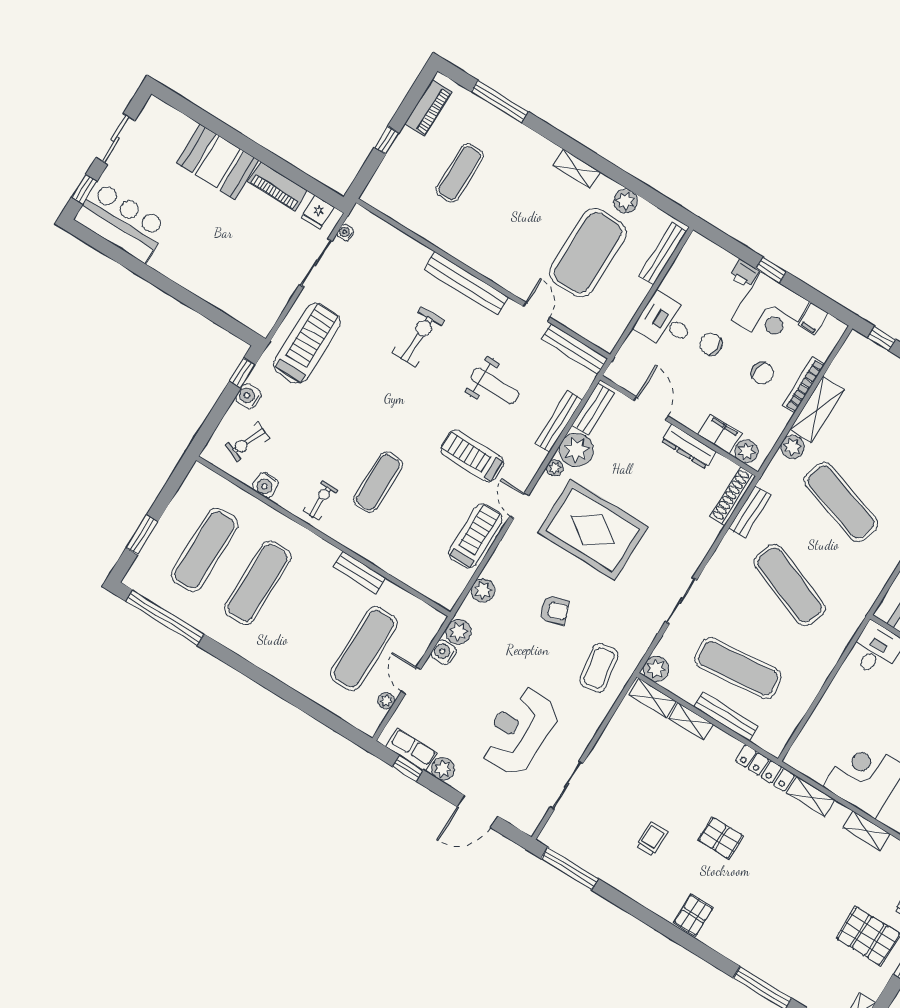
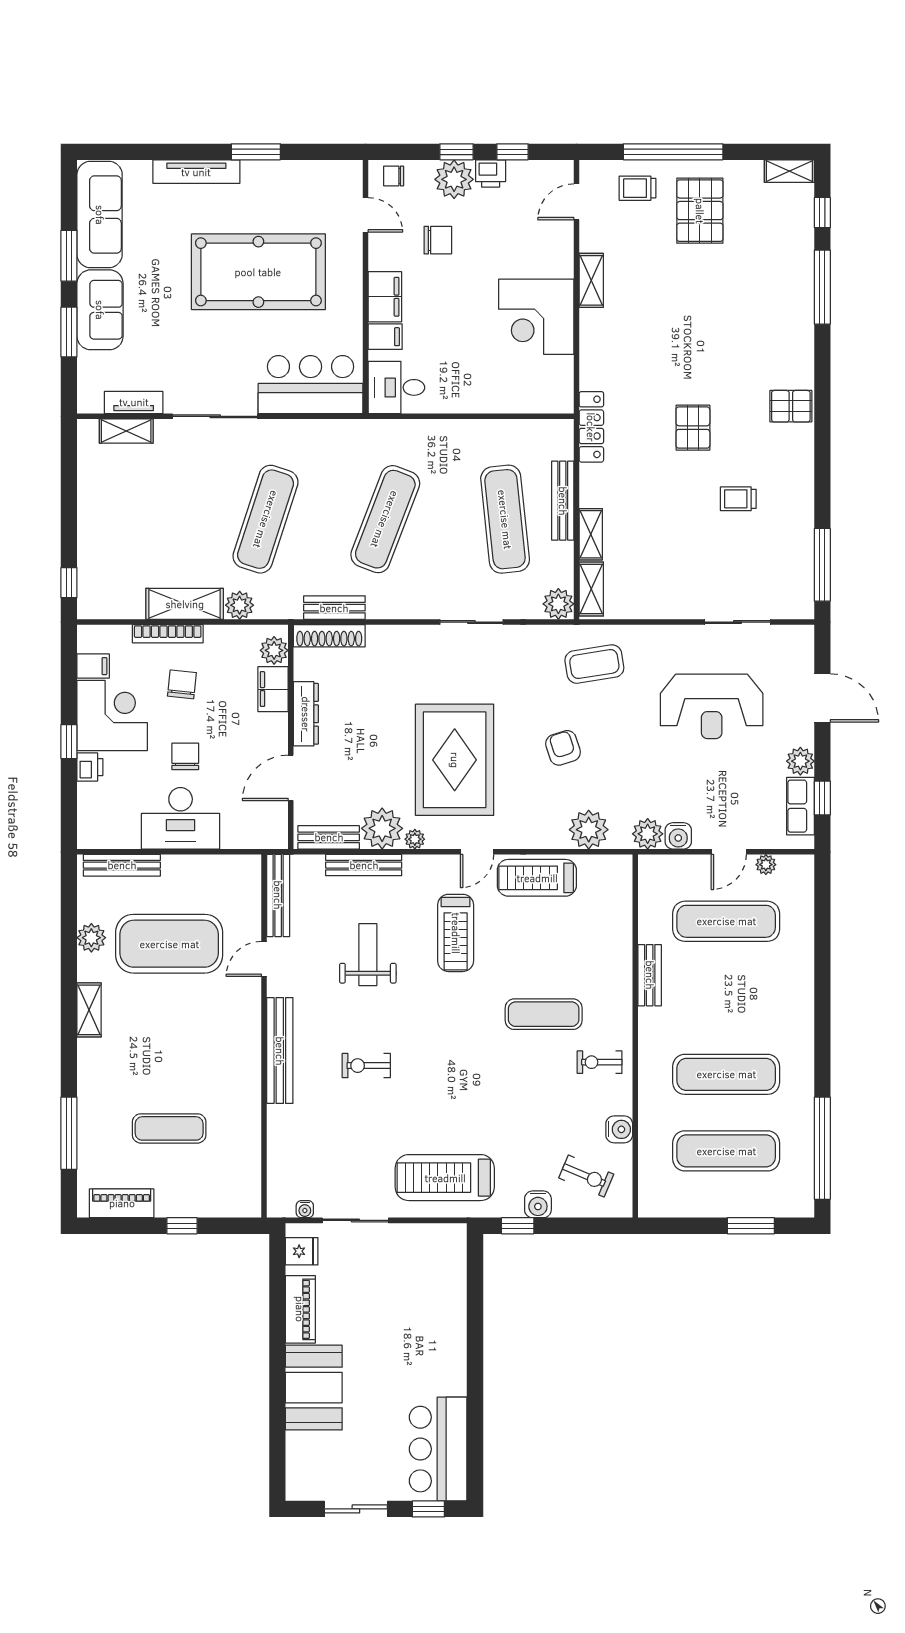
desk: (665, 322) -> (181, 818), width x1.37
exercise bike: (419, 337) -> (366, 1066), width x0.73, depth x0.72
chair: (711, 344) -> (185, 756), turned 180
plant: (483, 590) -> (589, 830), width x1.36, depth x1.36
shelving: (811, 796) -> (592, 360), removed

